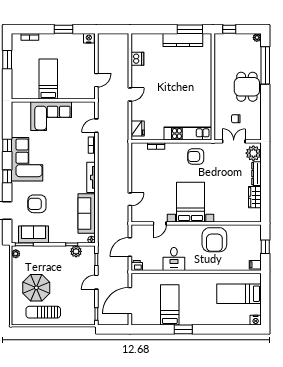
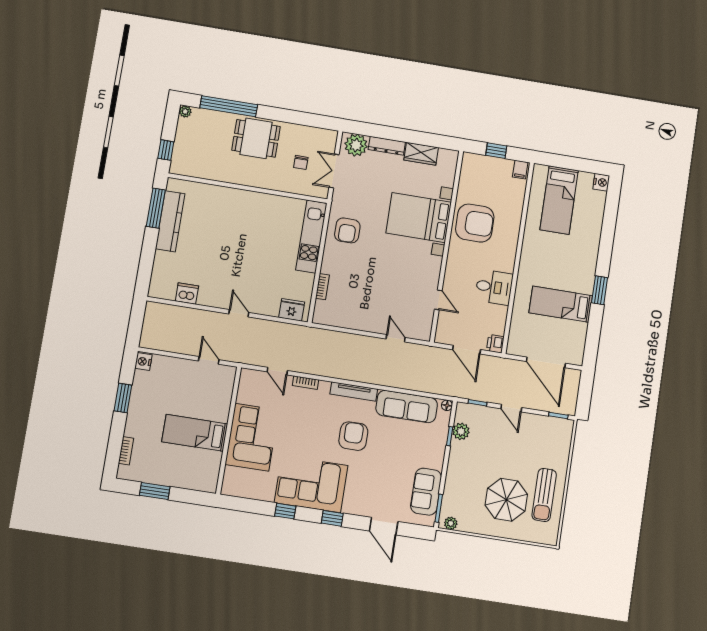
bed with nightstands: (191, 202) -> (419, 218), moved
armchair: (37, 204) -> (353, 436), moved, turned 180

